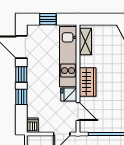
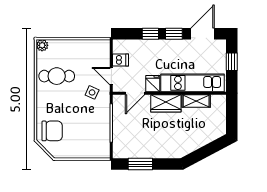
shelving: (85, 41) -> (196, 101), moved
dishwasher: (32, 125) -> (120, 60), moved

